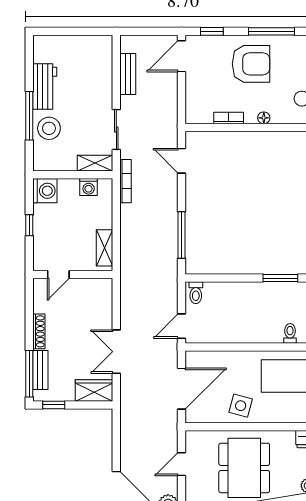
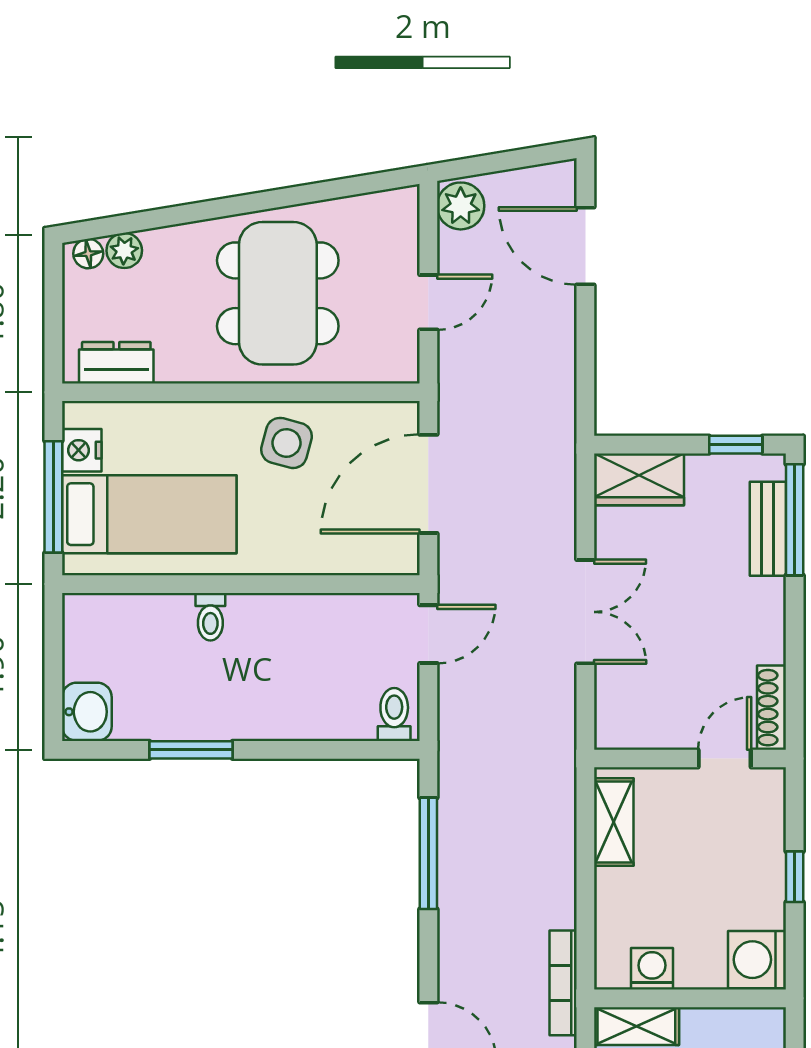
shoe rack: (39, 331) -> (772, 708), moved
toilet: (290, 333) -> (210, 617), moved
double door: (116, 352) -> (585, 612), moved

